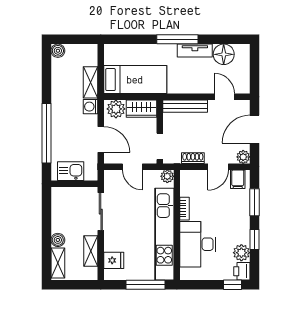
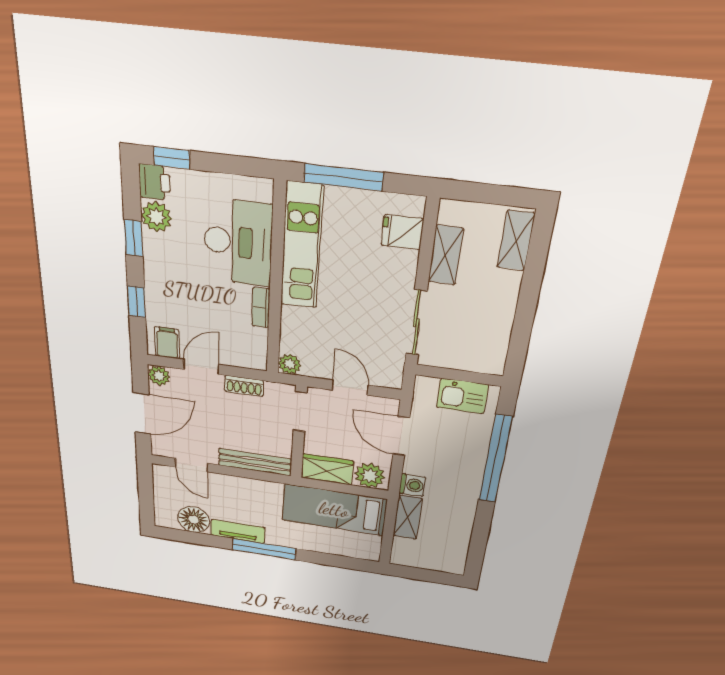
boiler: (58, 51) -> (454, 566), removed
window: (255, 202) -> (137, 302), width x0.67
kitchen unit: (164, 234) -> (302, 246), width x0.73
boiler: (58, 240) -> (508, 284), removed

